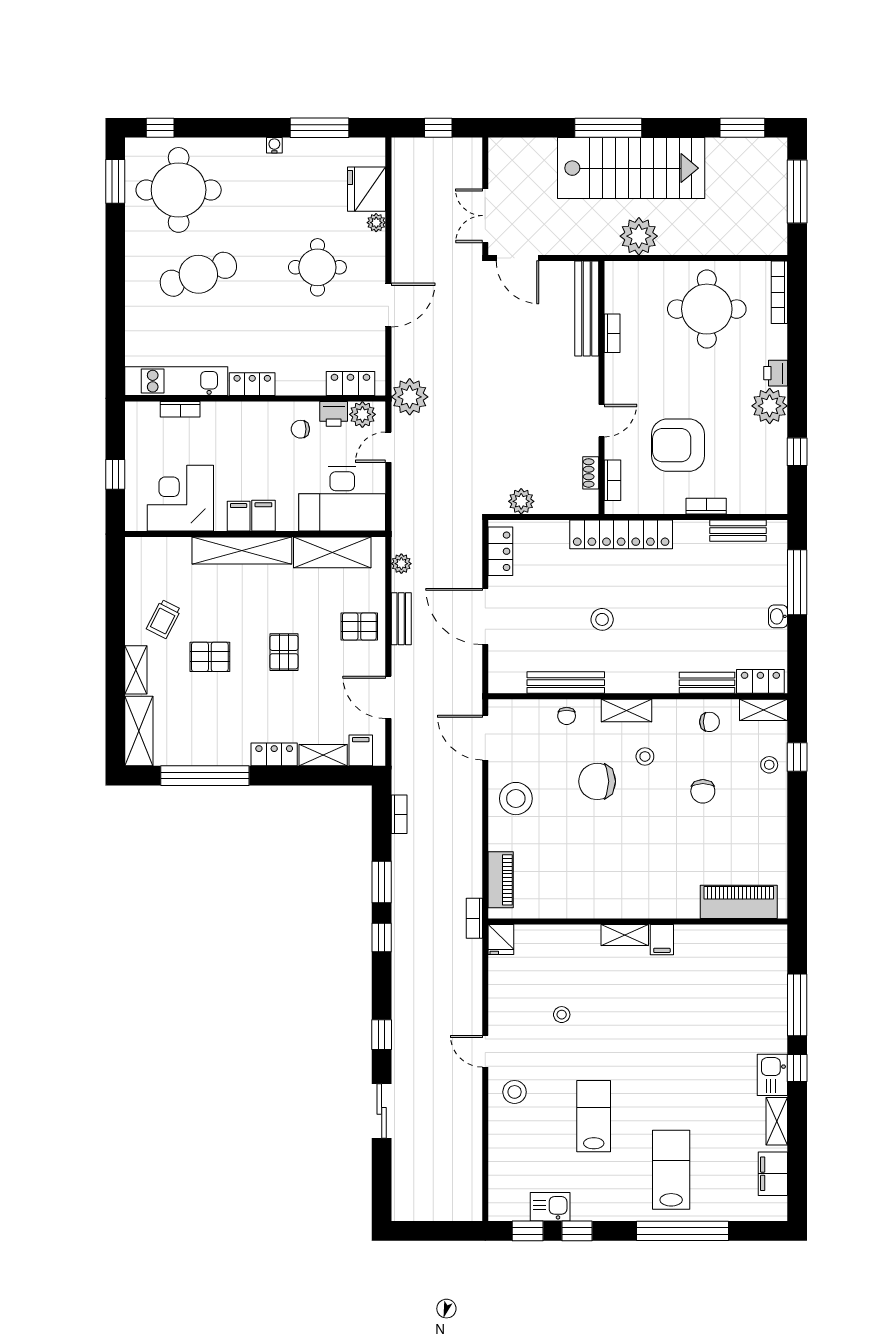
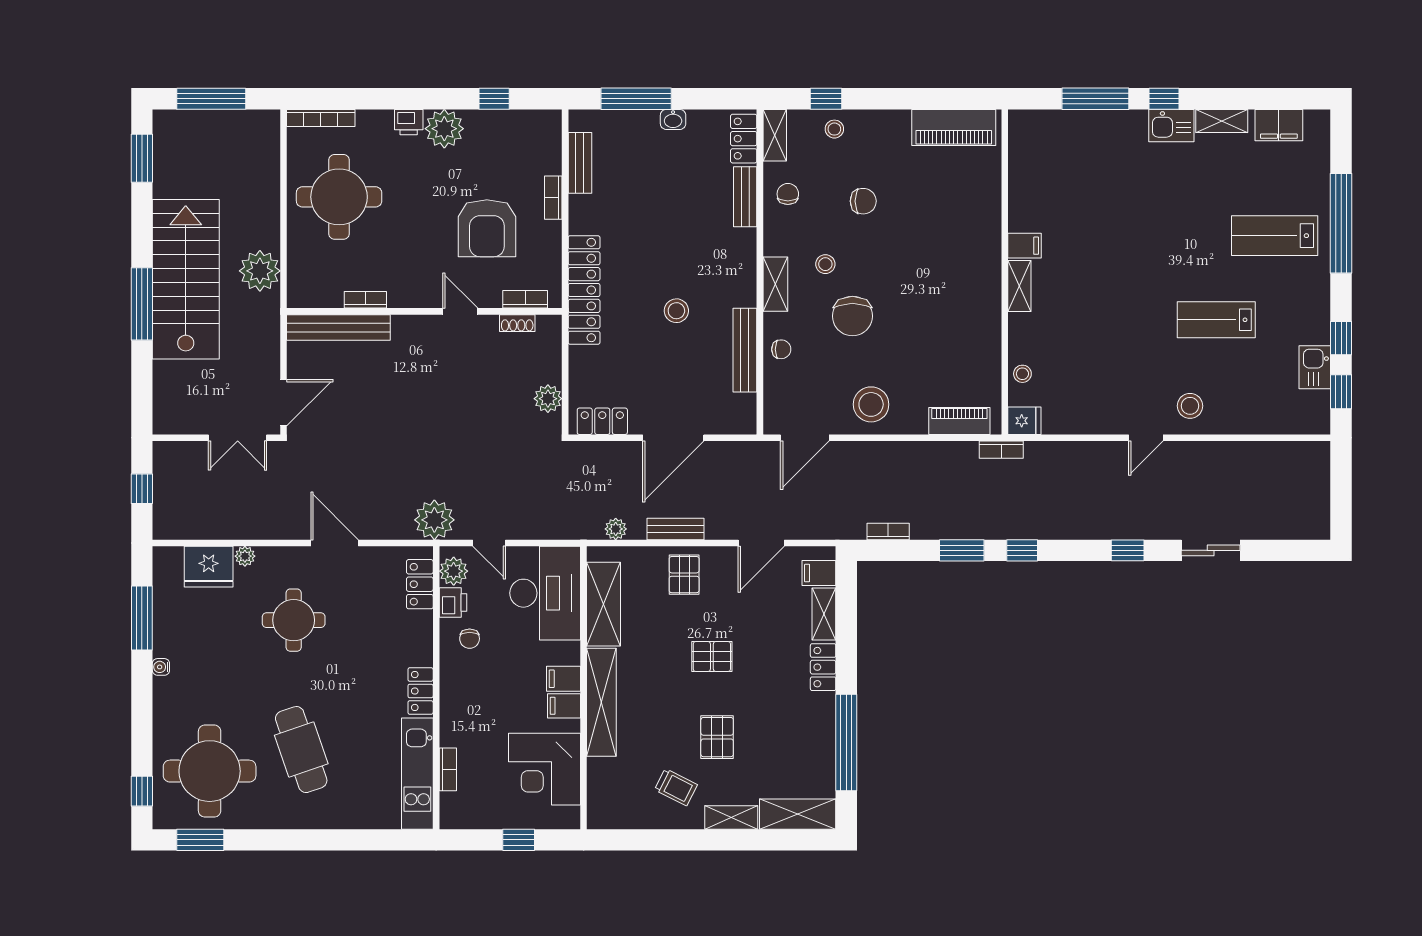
piano: (739, 902) -> (954, 127), moved, turned -90
stool: (562, 1015) -> (1022, 374), moved

